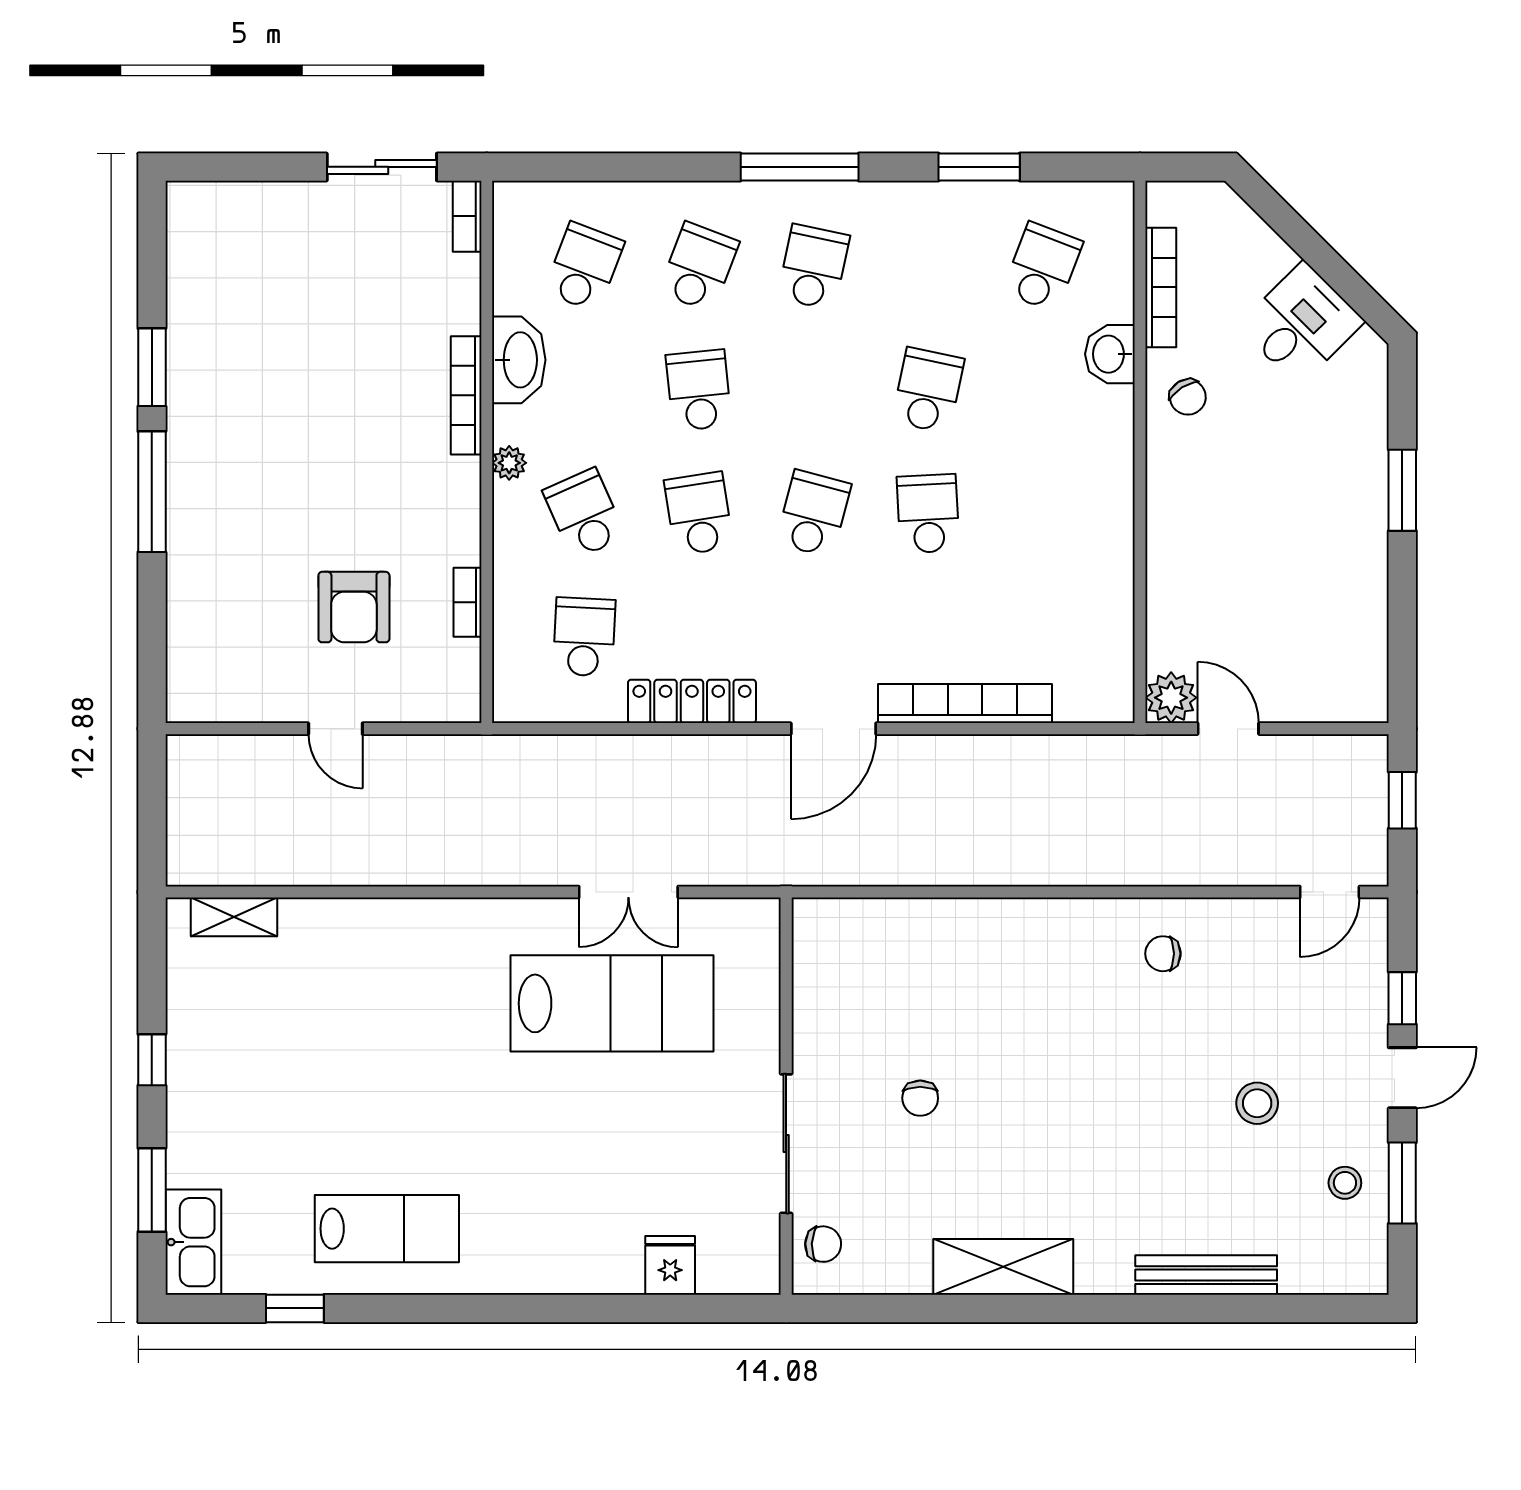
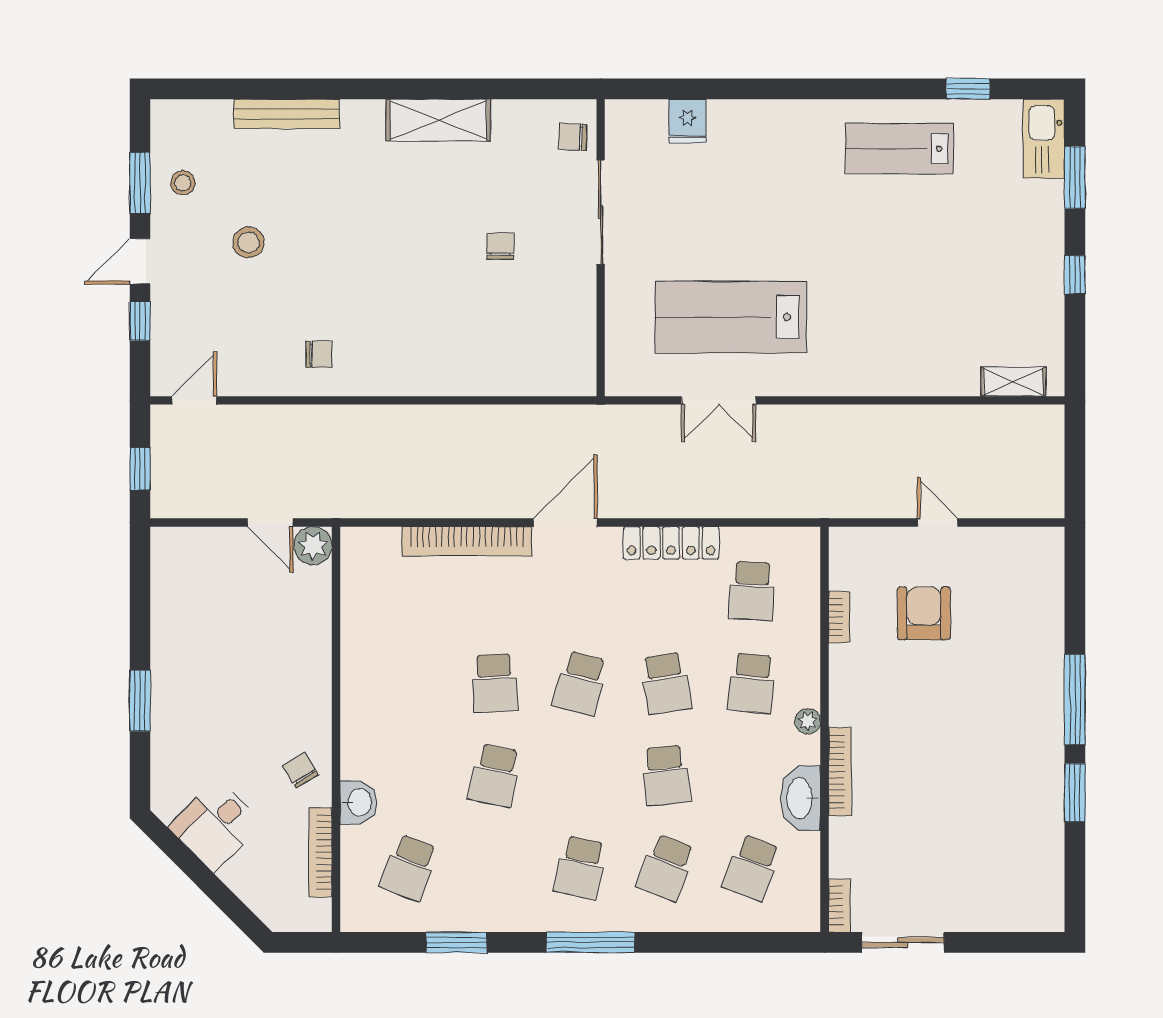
school desk: (584, 514) -> (752, 683), turned 30
double door: (628, 892) -> (719, 400), swing flipped

